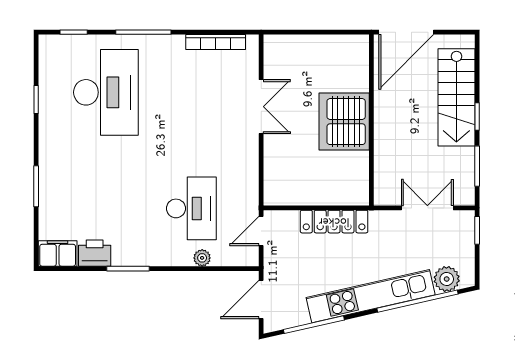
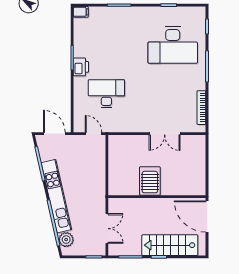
server rack: (344, 122) -> (150, 181), width x0.62
desk: (191, 208) -> (106, 94), turned 180
locker: (334, 222) -> (99, 175), removed
filing cabinet: (58, 253) -> (81, 12), width x0.50
printer: (95, 253) -> (81, 67), moved
plant: (202, 258) -> (78, 100), removed

